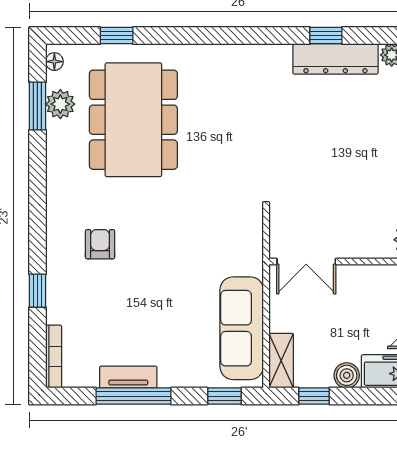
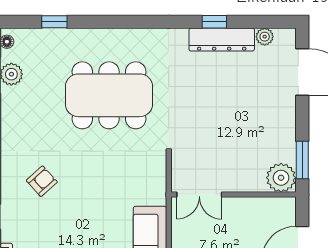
dining table: (133, 120) -> (109, 95), moved, turned 90
armchair: (100, 244) -> (42, 181), turned 48

